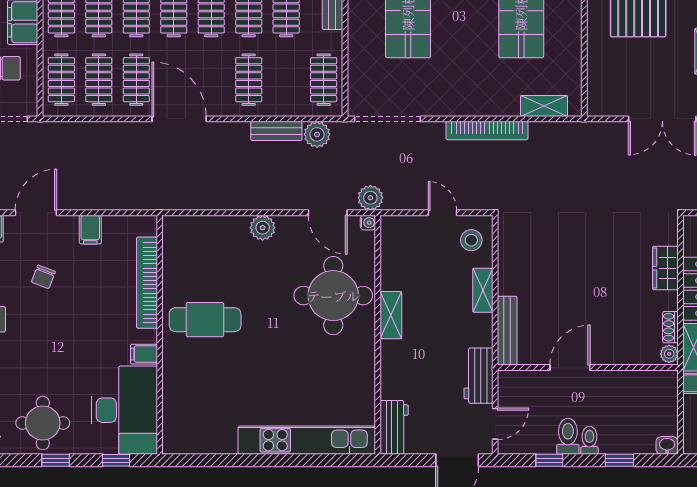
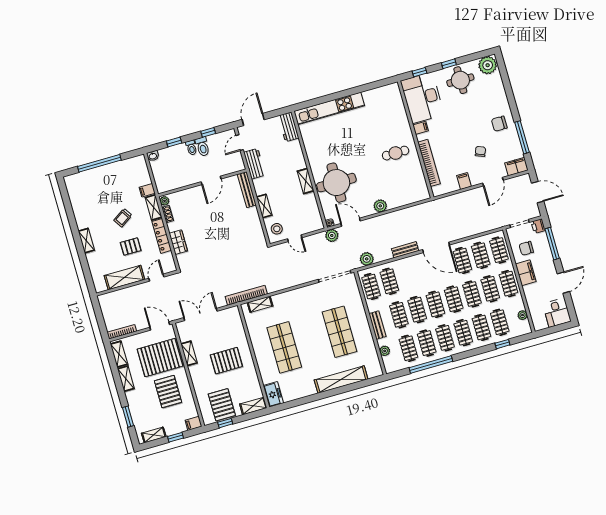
clothes rail: (249, 80) -> (389, 281), moved
bookcase: (487, 130) -> (246, 295), moved
bench: (276, 131) -> (405, 250), moved
cafe table: (205, 320) -> (396, 153), width x0.73, depth x0.74

